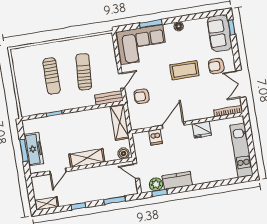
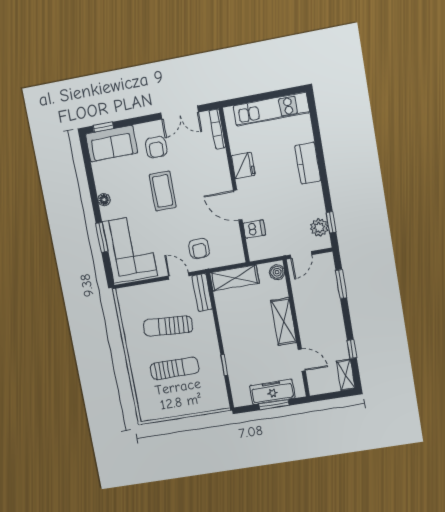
kitchen counter: (177, 180) -> (308, 163), moved
window: (78, 206) -> (352, 349), moved

